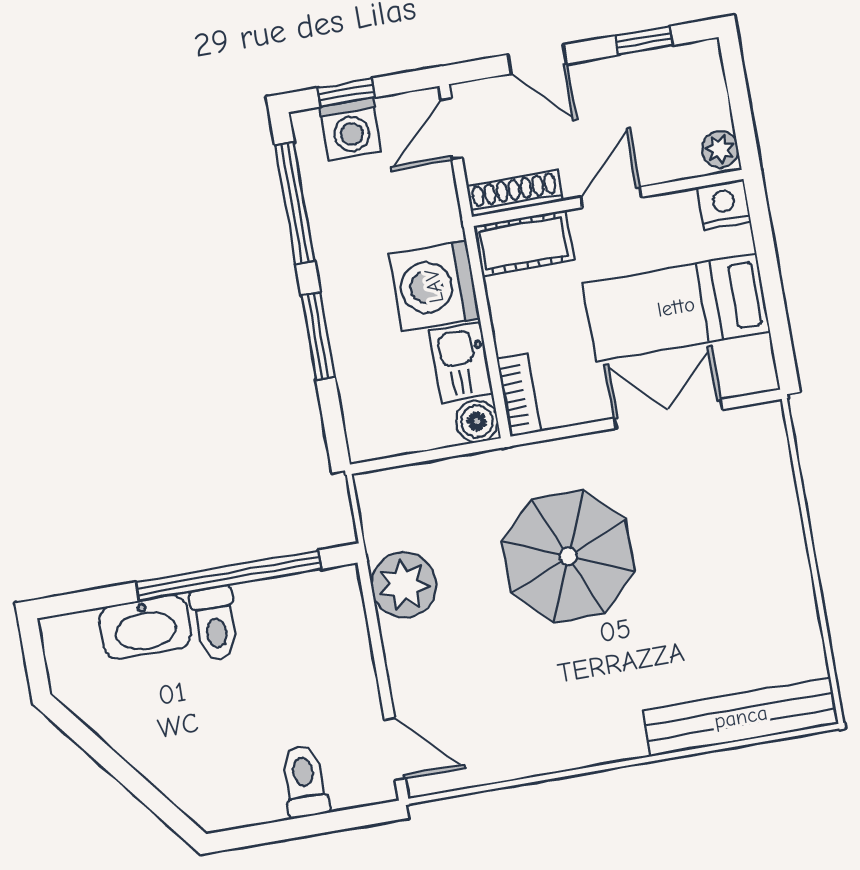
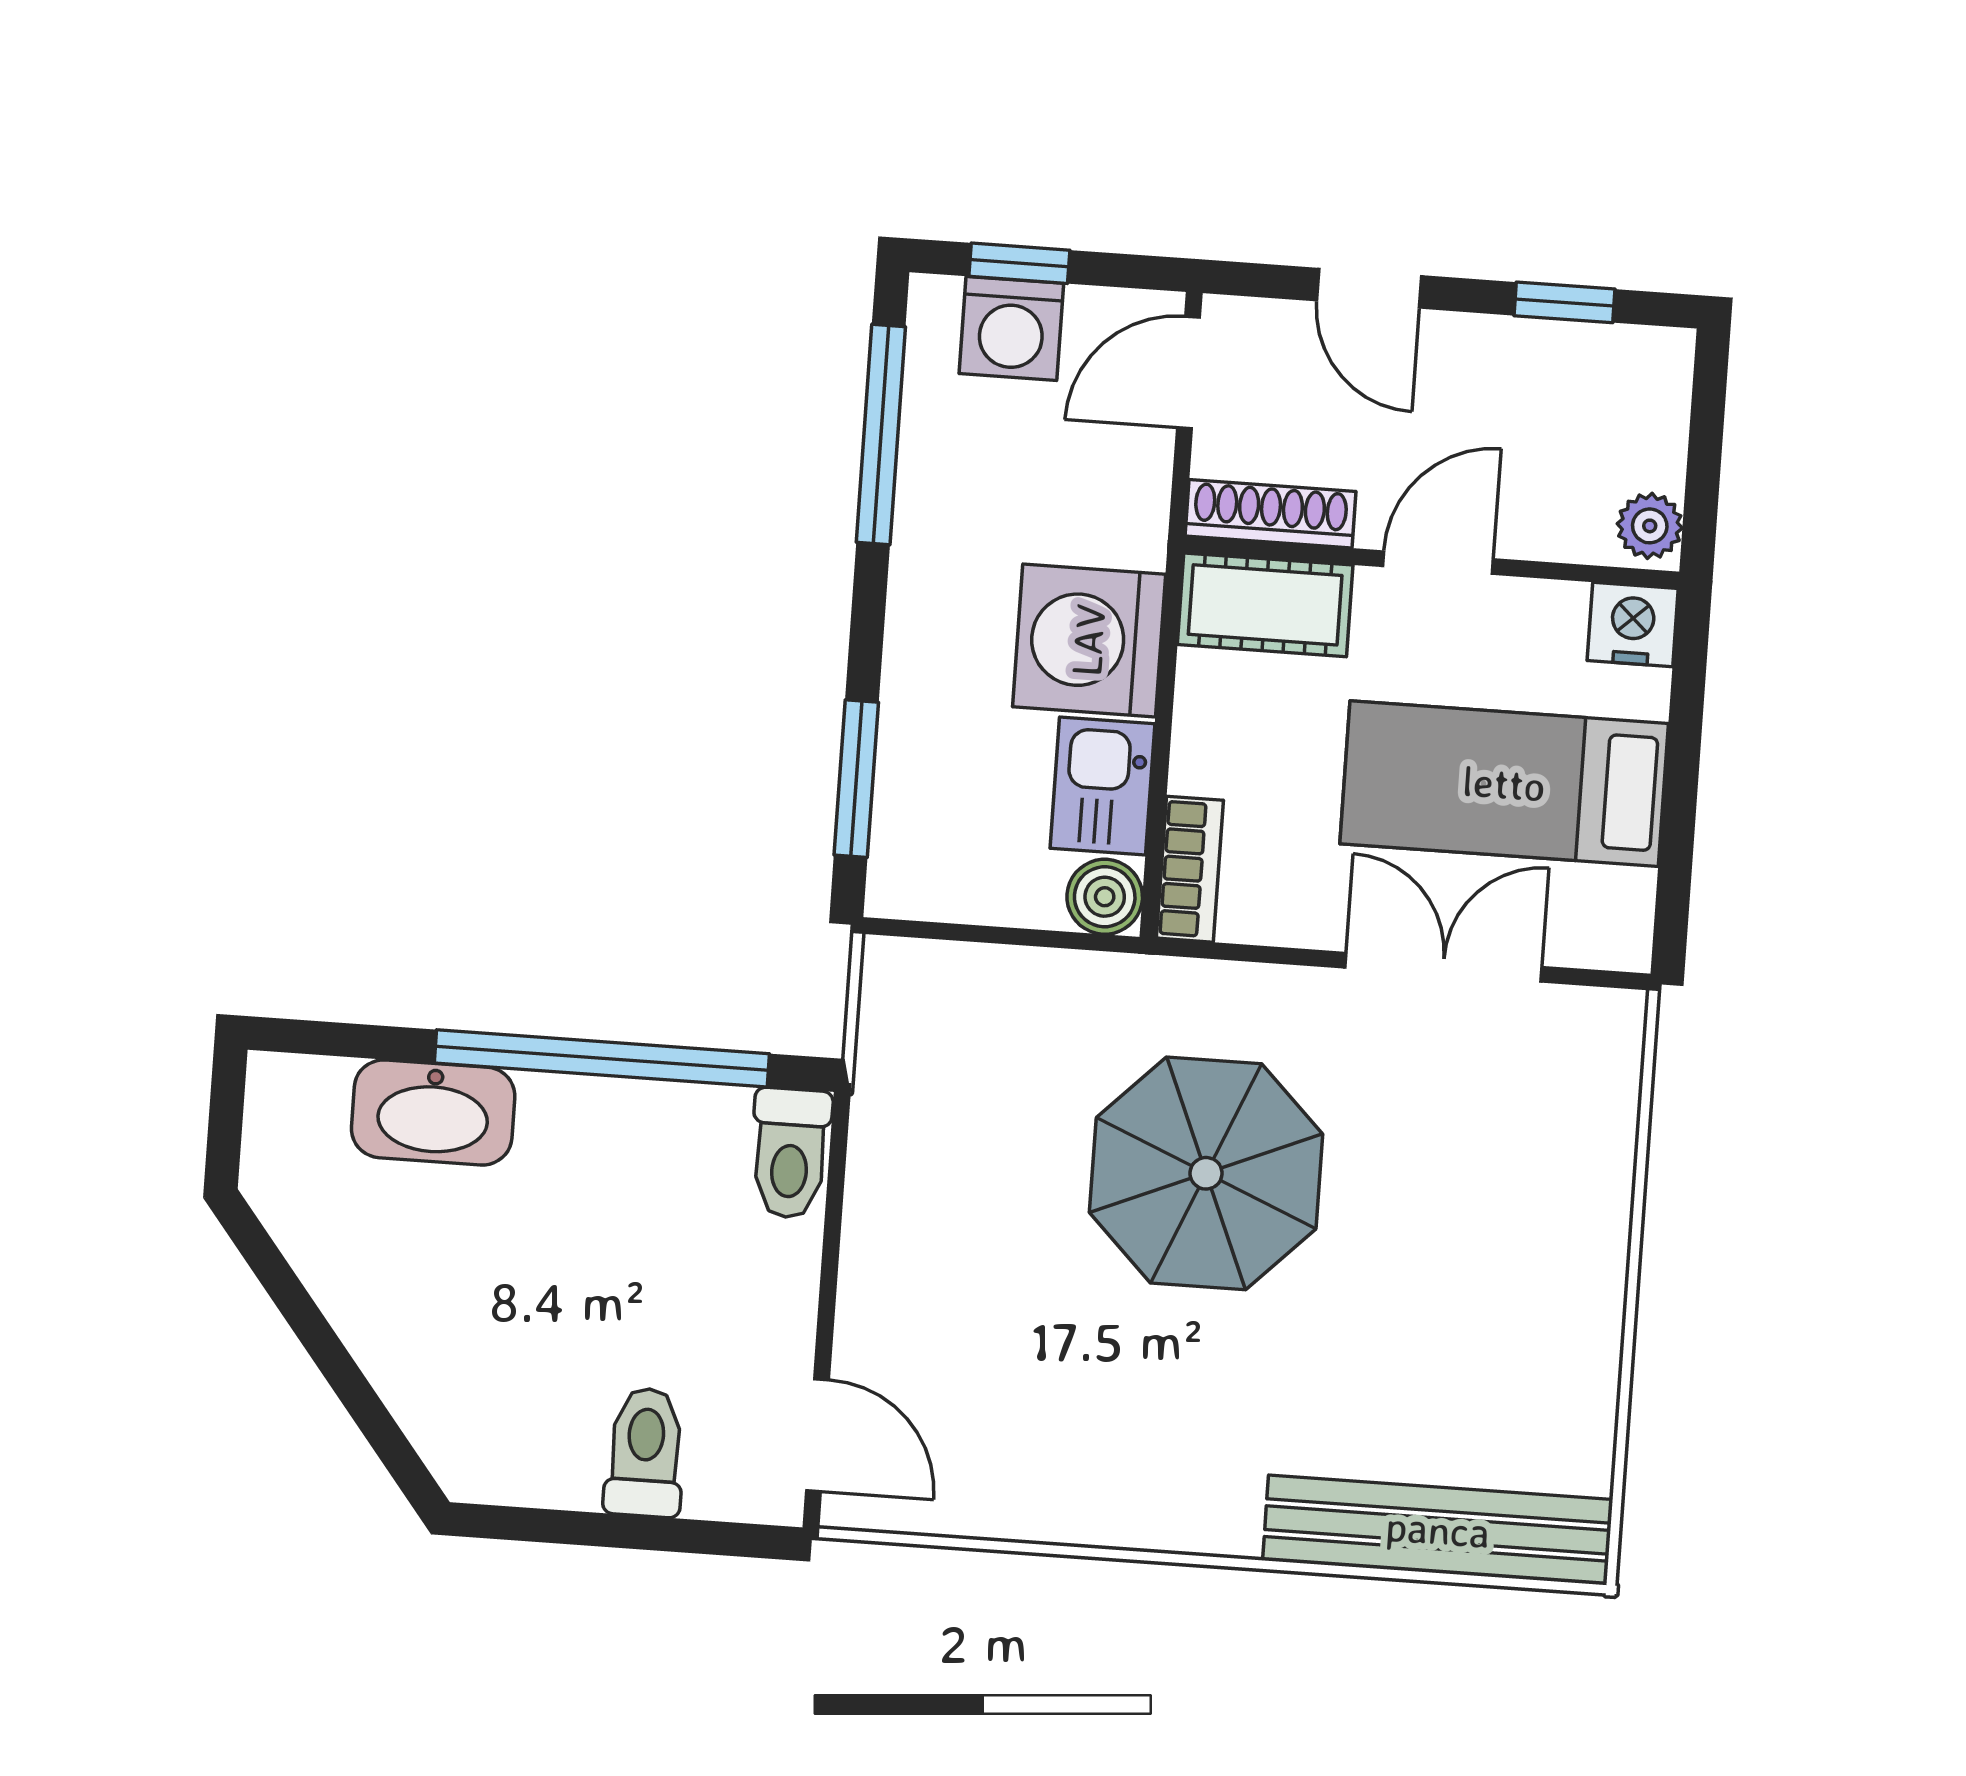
window: (318, 336) -> (856, 779), moved
plant: (404, 585) -> (905, 1151), removed
toilet: (215, 623) -> (790, 1153), moved

